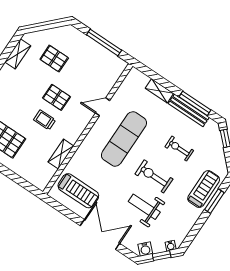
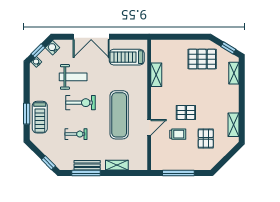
pallet: (54, 59) -> (206, 138), turned 90
bench: (189, 110) -> (87, 165), width x0.73
trolley: (45, 120) -> (178, 134), moved

